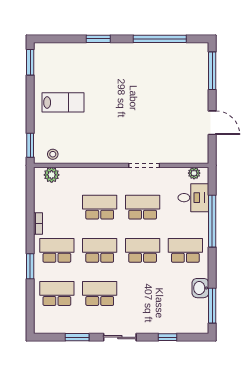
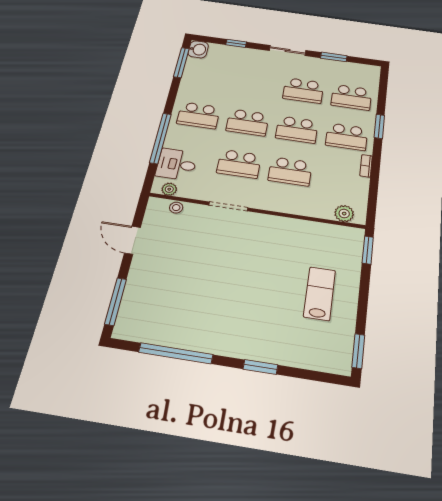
lab bench: (63, 102) -> (320, 293), turned 90
stool: (53, 154) -> (176, 208), moved
washbasin: (200, 288) -> (198, 49), moved

